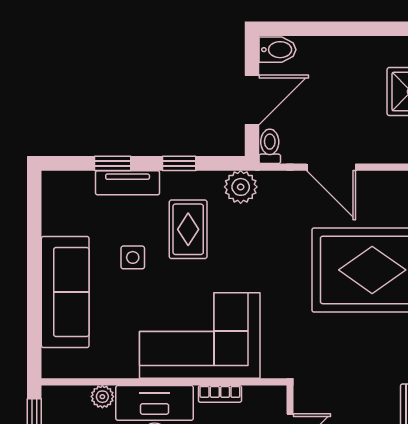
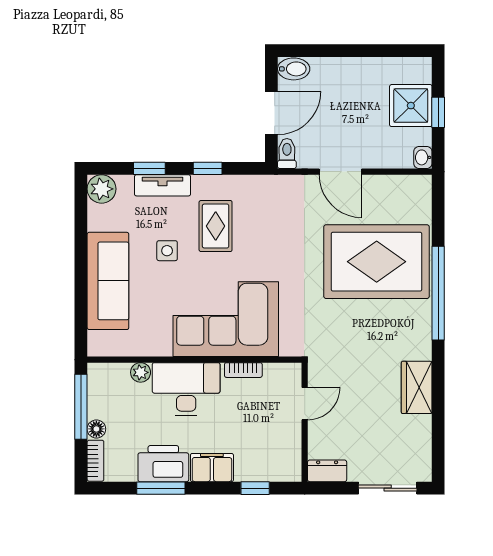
plant: (241, 187) -> (102, 189), moved

